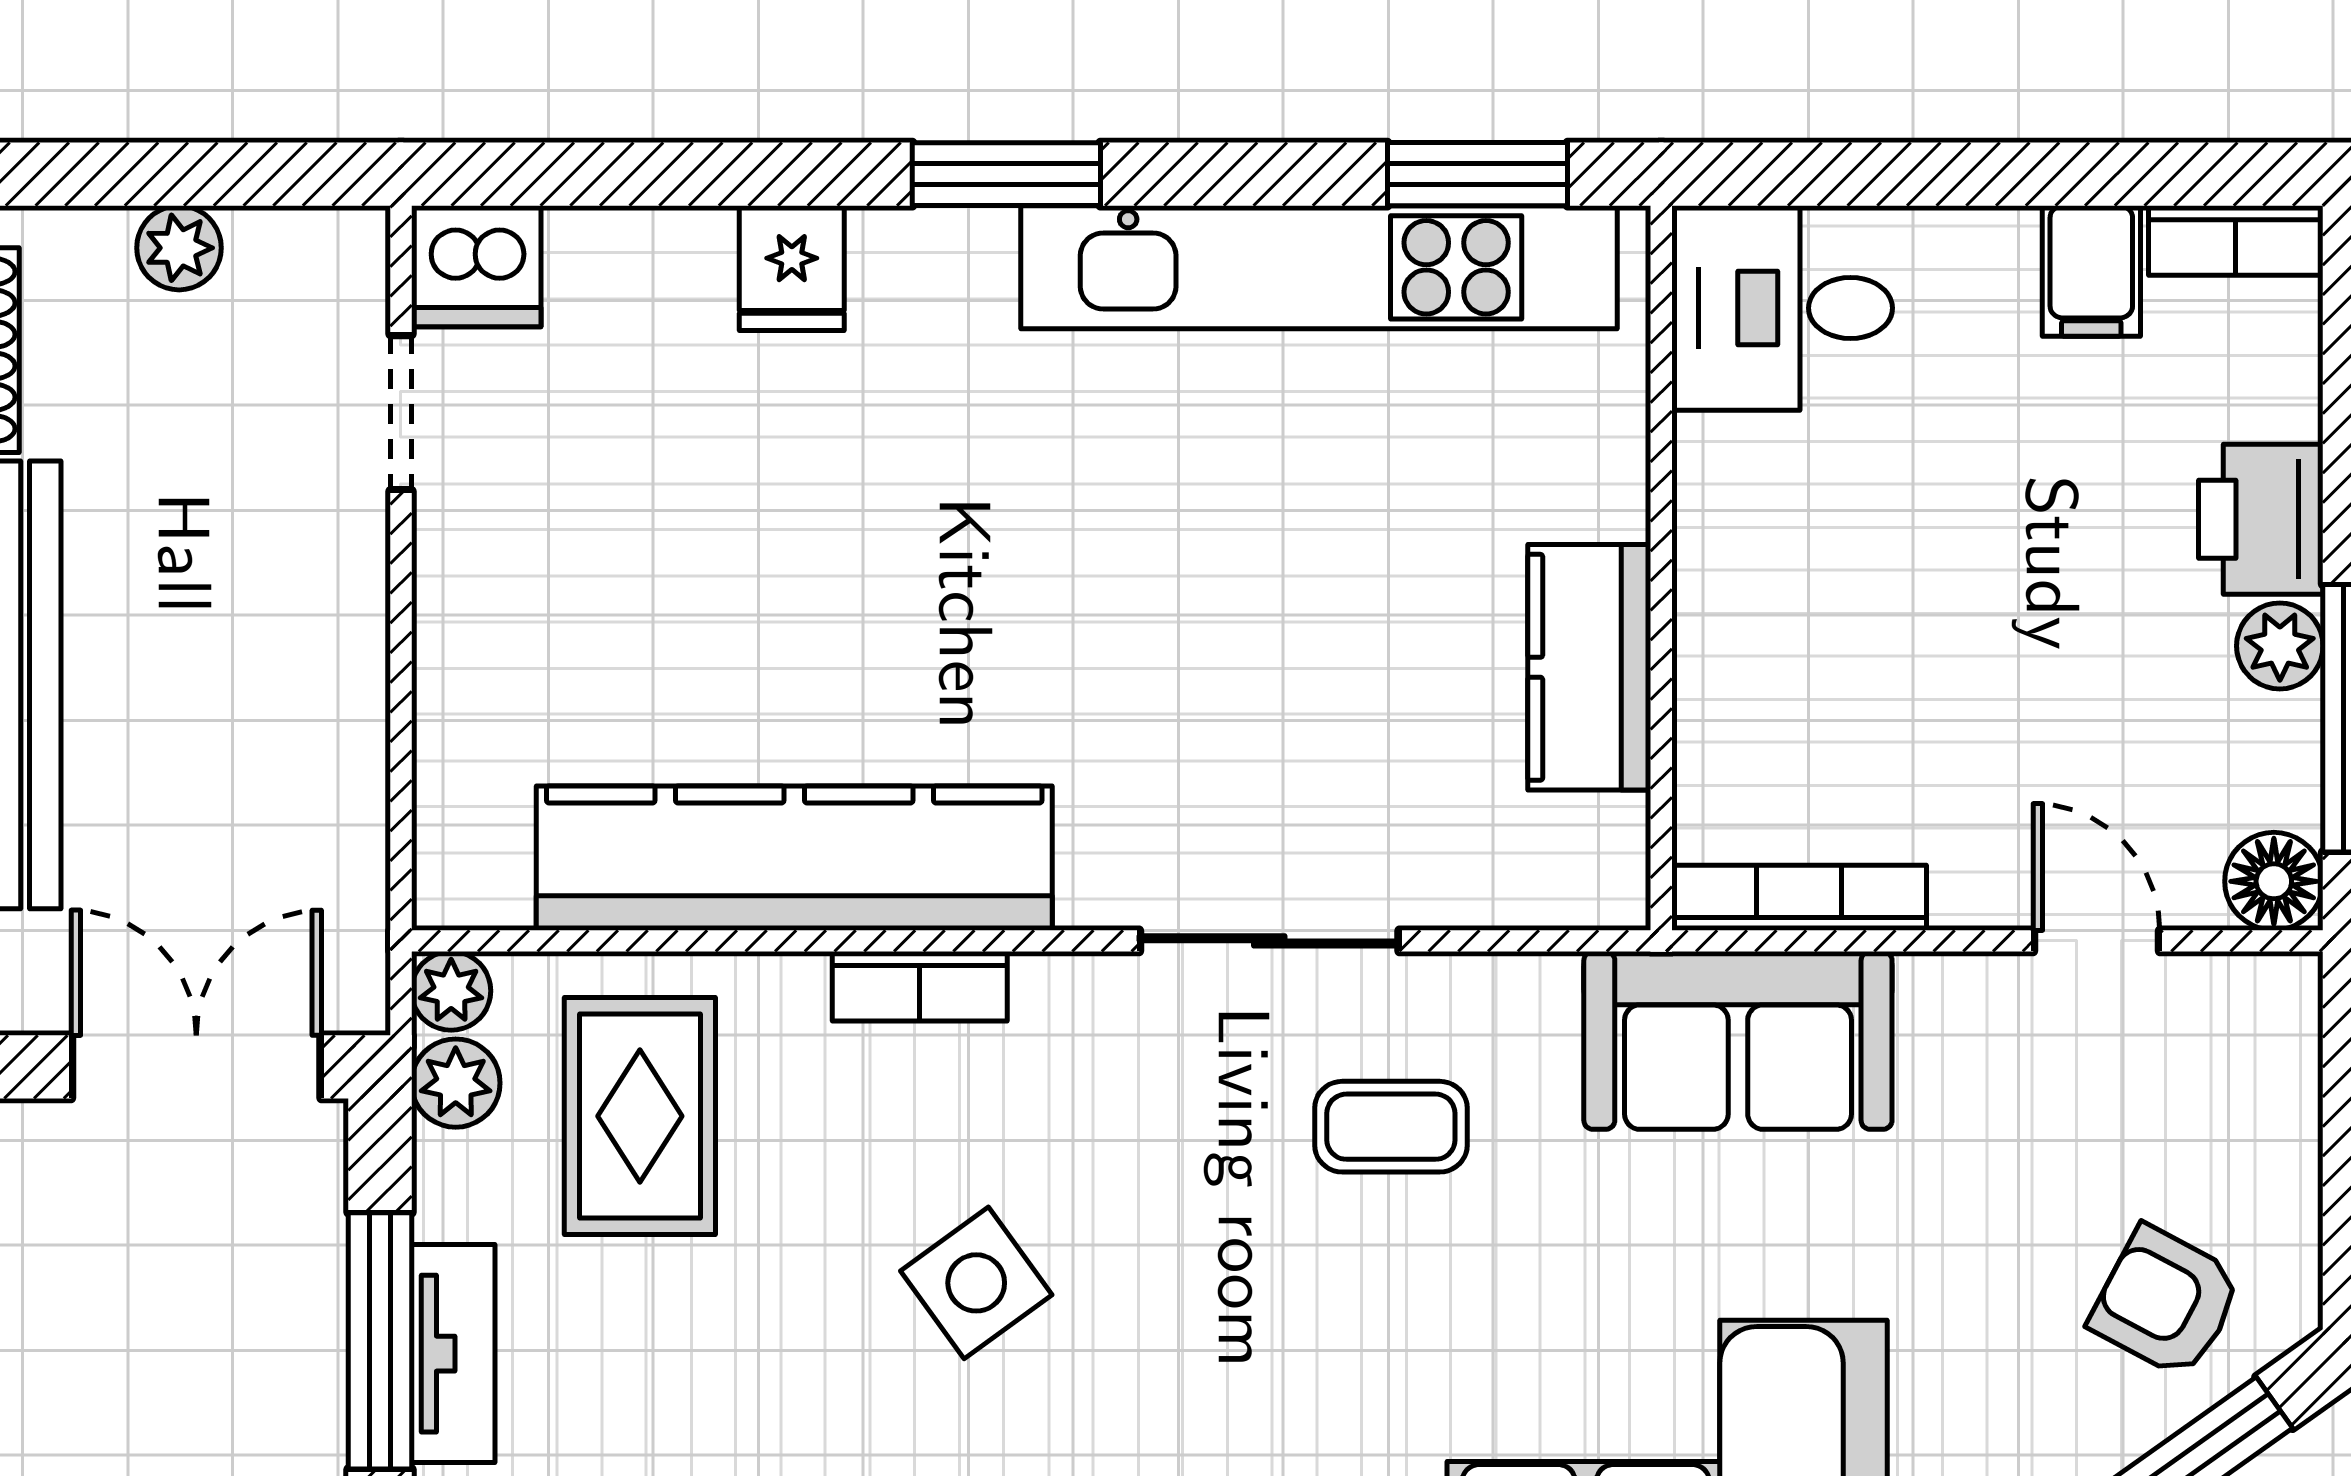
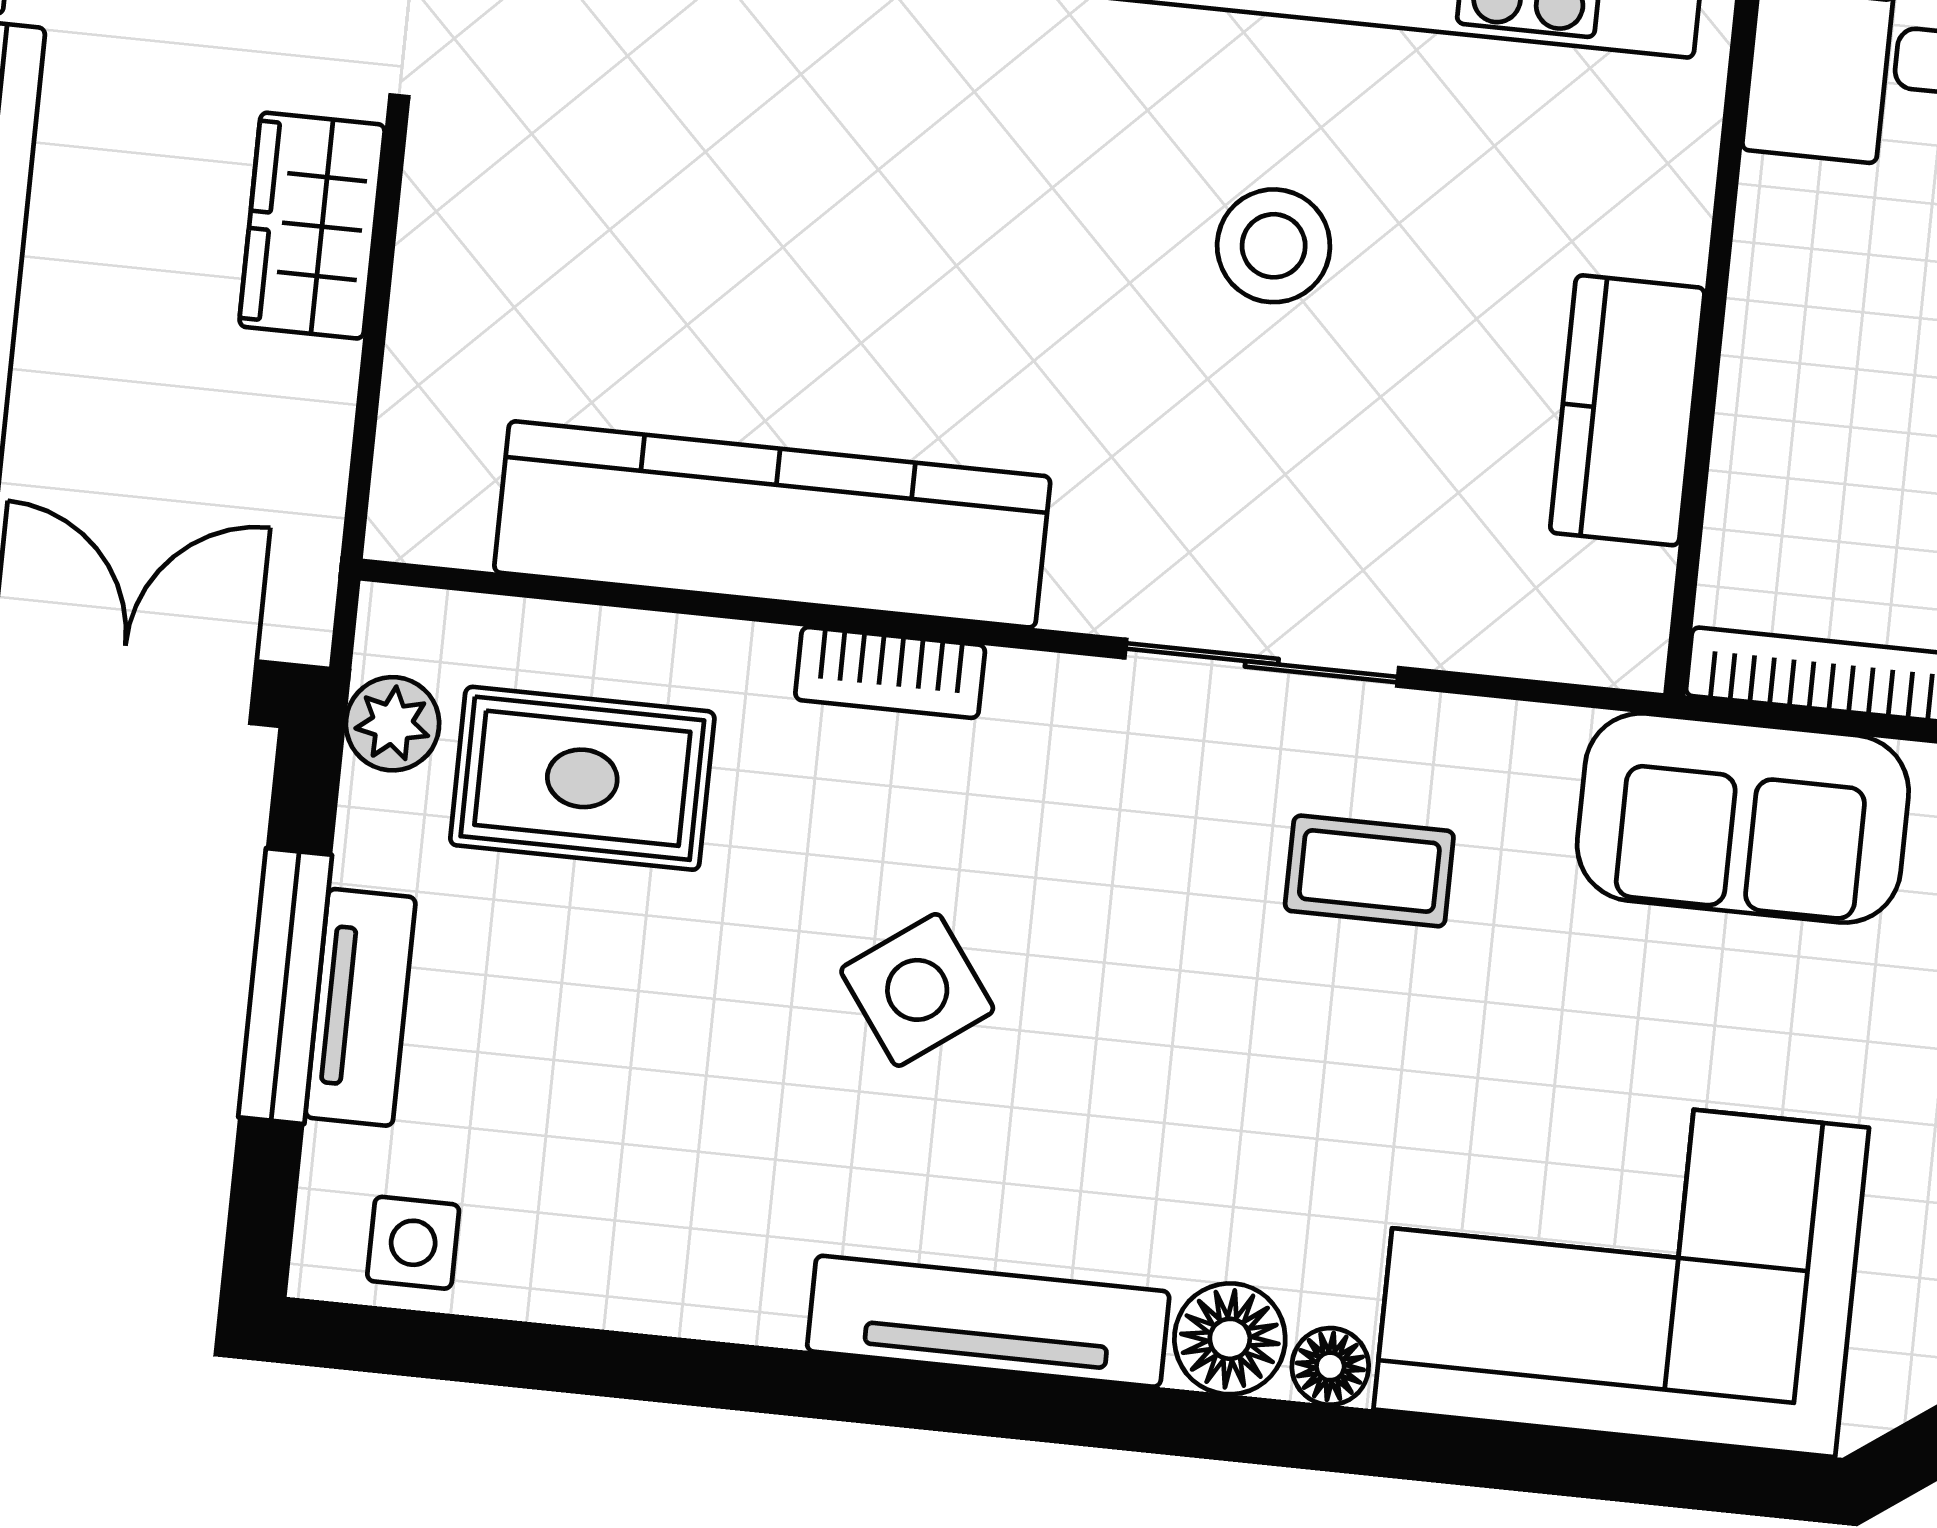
stool: (1240, 547) -> (1274, 246), added
wardrobe: (331, 621) -> (312, 226), added
plant: (451, 991) -> (398, 627), removed
rug: (640, 1116) -> (582, 778), turned 90

